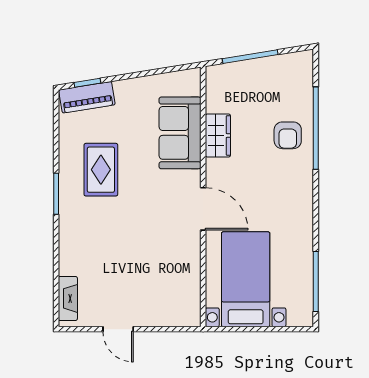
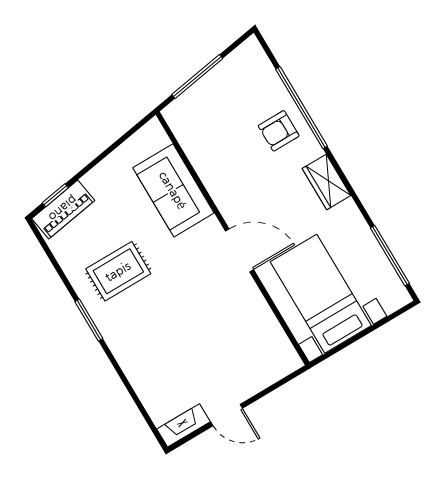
wardrobe: (218, 135) -> (327, 182), moved, turned 180
armchair: (288, 135) -> (279, 131), turned 90
rug: (101, 170) -> (118, 271), turned 90
fireplace: (68, 298) -> (184, 425), moved, turned -90

